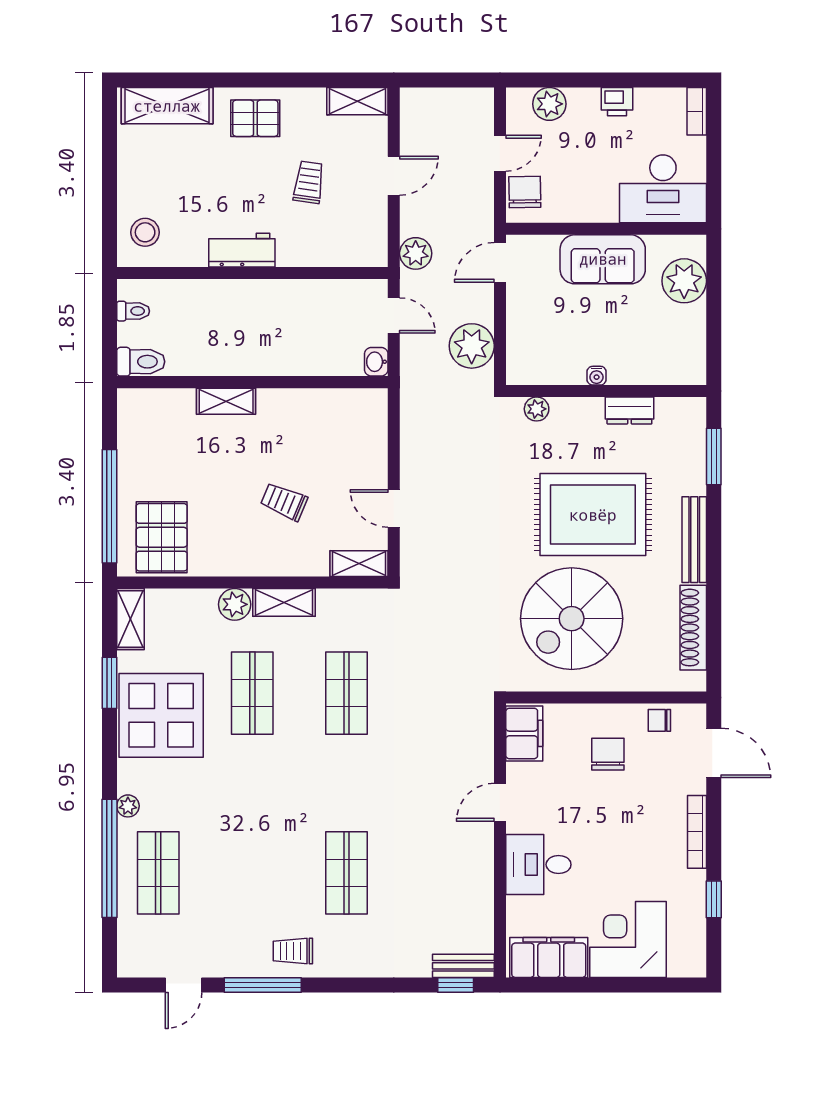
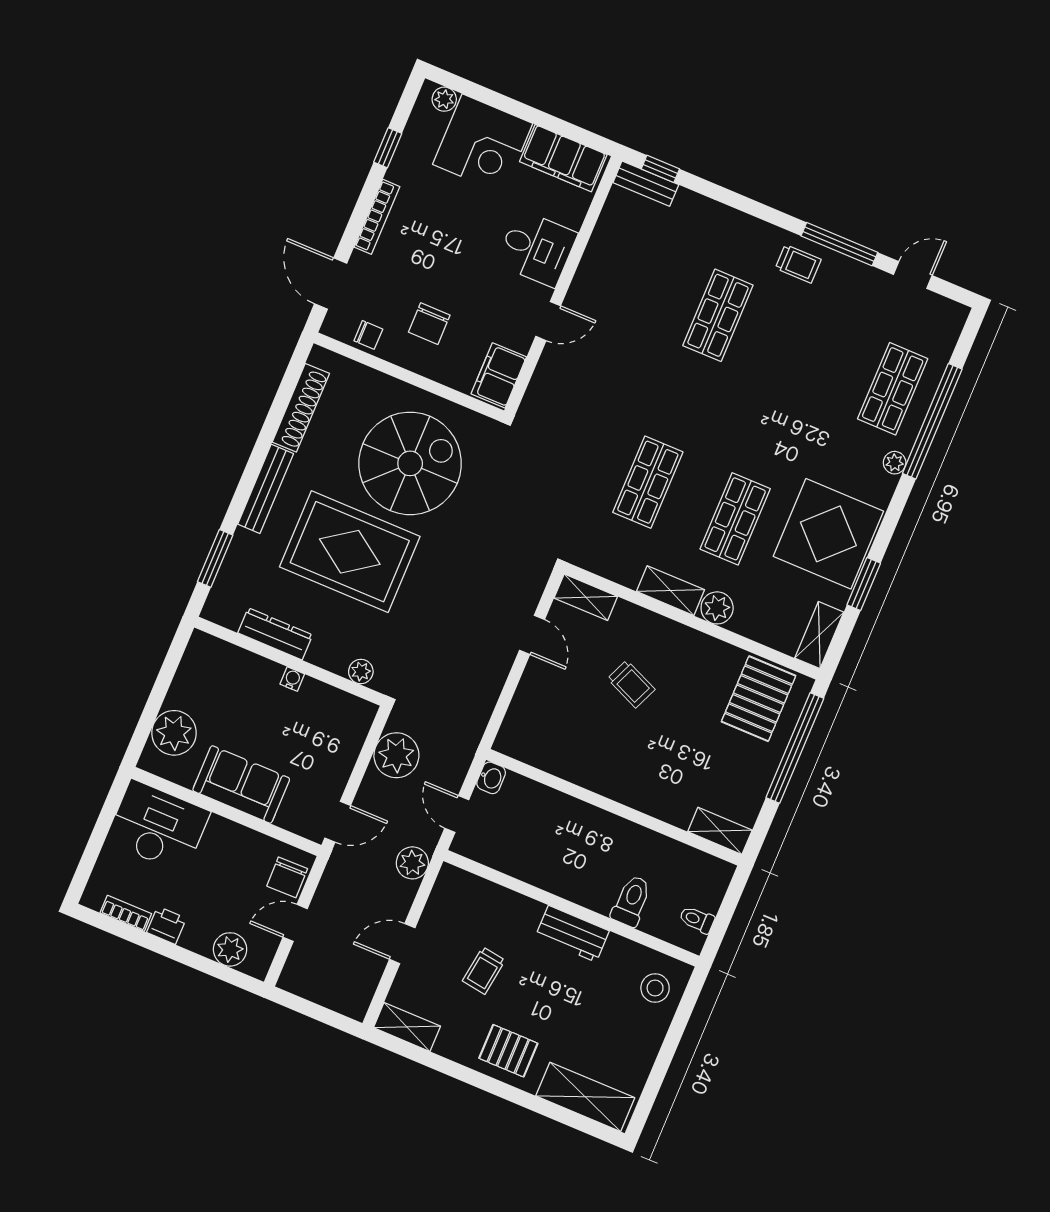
bookcase: (697, 111) -> (126, 913), moved, turned -90
toilet: (141, 362) -> (631, 901), moved, turned 90
shelving: (226, 401) -> (720, 831), moved
dresser: (629, 410) -> (275, 634), width x1.44
plant: (681, 966) -> (444, 99), added

